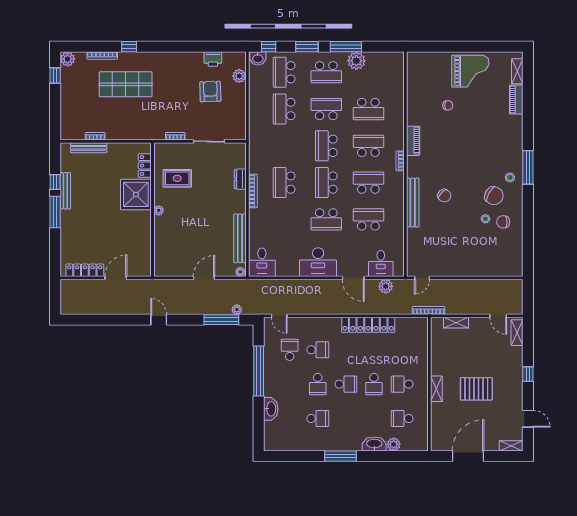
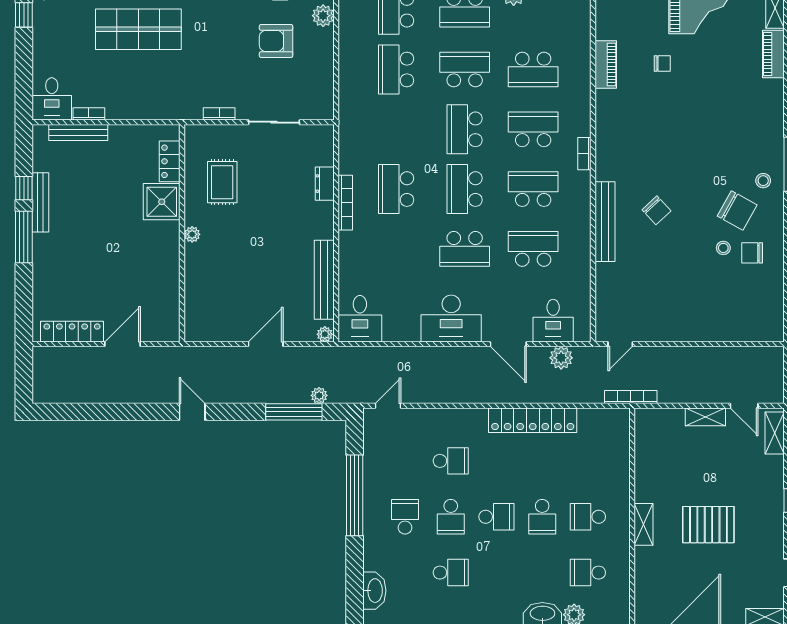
armchair: (210, 91) -> (276, 41), turned -88
desk: (72, 127) -> (52, 99), added
piano: (413, 141) -> (606, 64), moved
rug: (177, 178) -> (222, 182), turned 90
shower: (136, 194) -> (162, 202), width x0.73, depth x0.73
door: (279, 316) -> (388, 406), swing flipped
shelving: (456, 323) -> (705, 417), moved
school desk: (290, 350) -> (405, 517), moved
washbasin: (271, 409) -> (374, 591), moved

